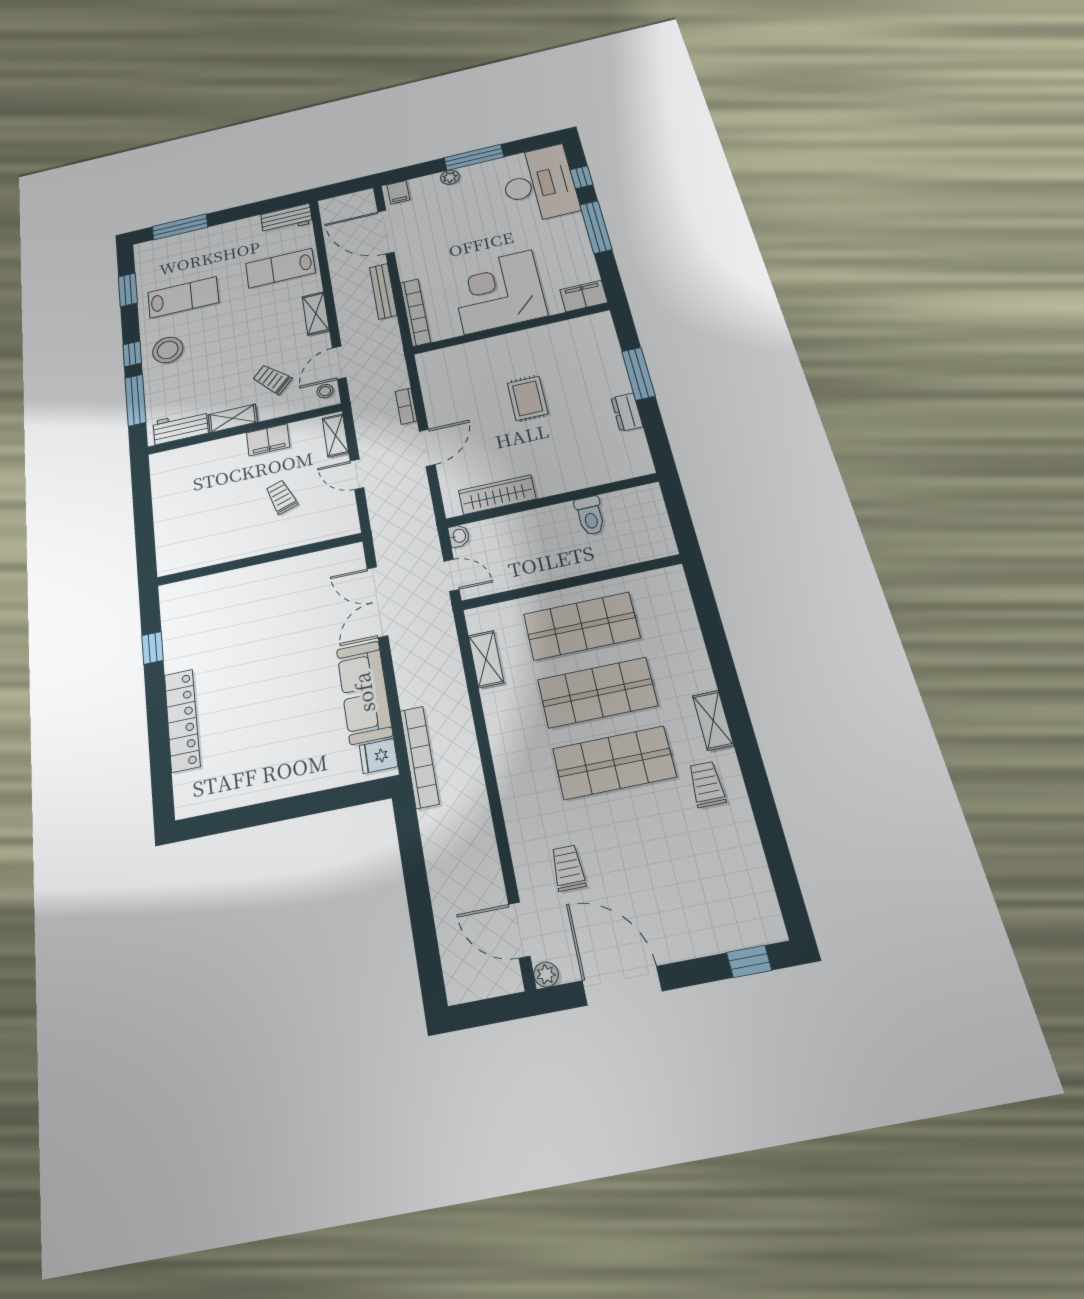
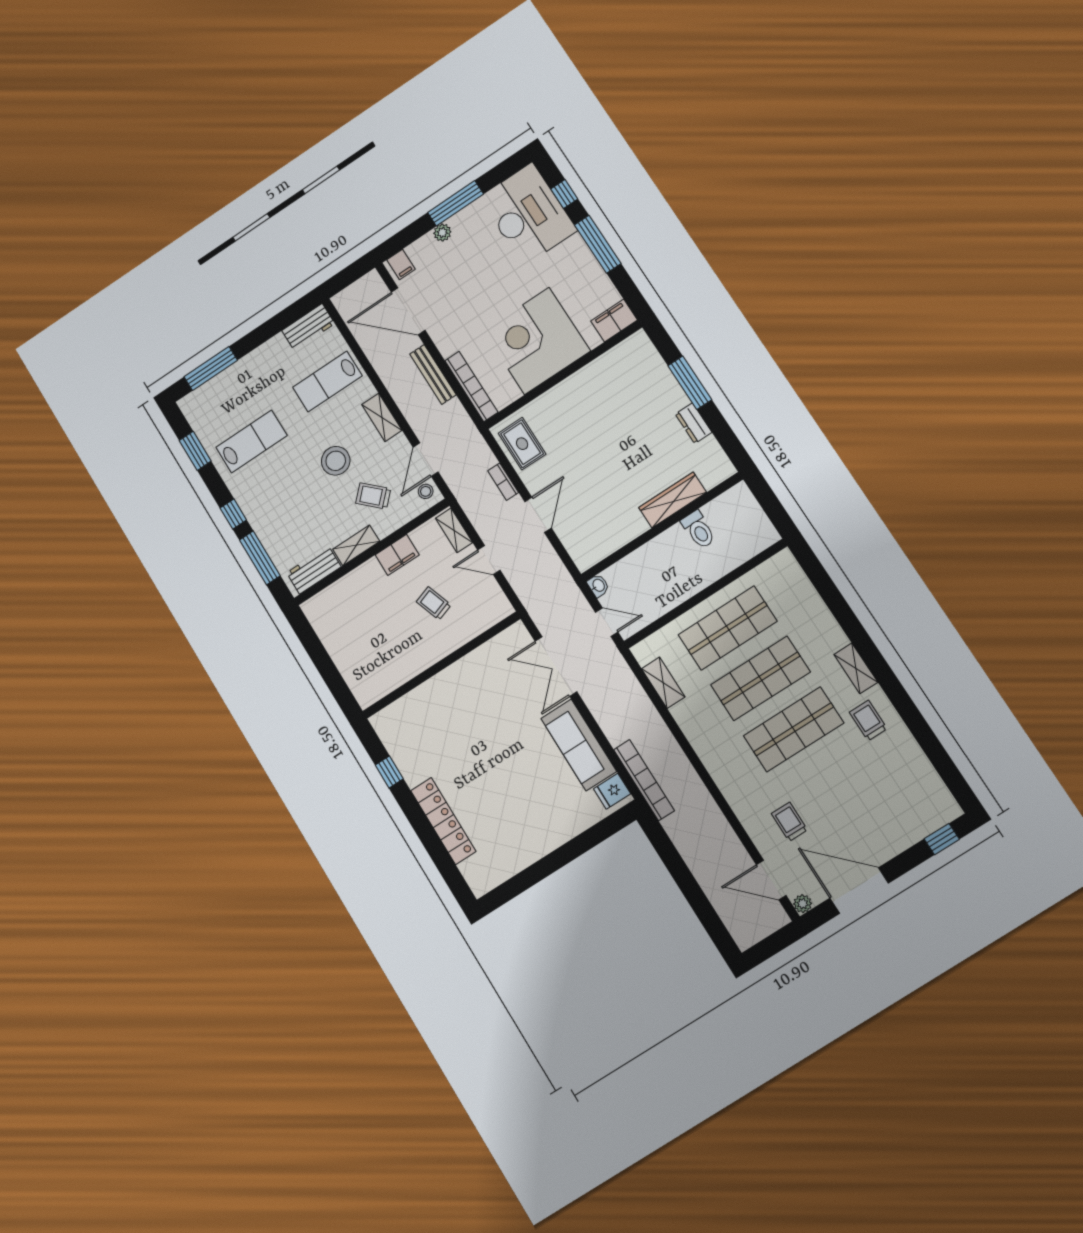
stool: (168, 350) -> (336, 461), moved
rug: (528, 398) -> (522, 444), moved
wardrobe: (497, 495) -> (673, 500), moved

